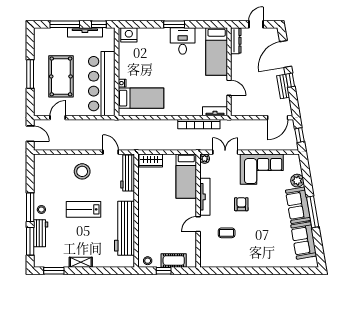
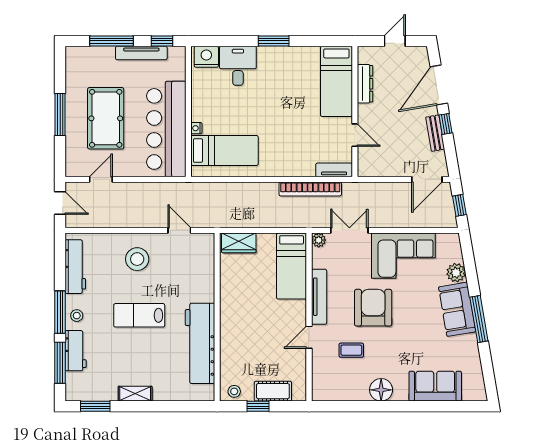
desk: (183, 41) -> (238, 66), moved
dresser: (236, 41) -> (365, 84), moved
workbench: (128, 173) -> (75, 267), moved, turned 180
armchair: (241, 204) -> (373, 308), width x1.88, depth x1.88
sofa: (304, 240) -> (435, 386), moved, turned 100
floor lamp: (247, 260) -> (381, 390), added

